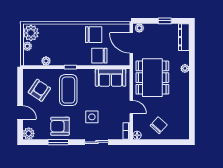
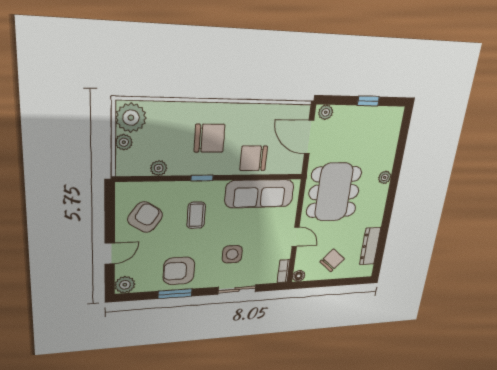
chair: (94, 35) -> (209, 138), moved
dresser: (184, 37) -> (370, 246), moved
sofa: (111, 78) -> (260, 194), width x1.36
coffee table: (68, 90) -> (196, 215), width x0.54, depth x0.58
door: (20, 112) -> (110, 254), hinge flipped

